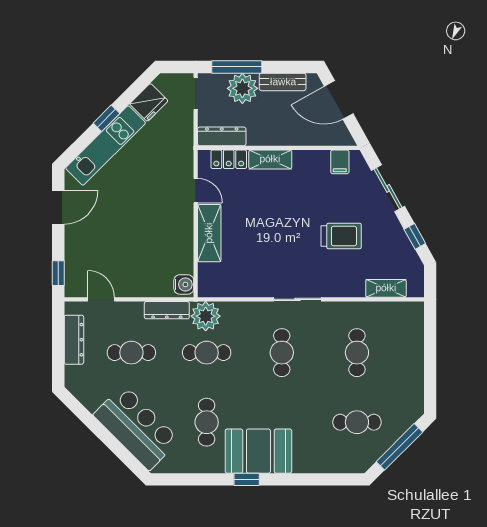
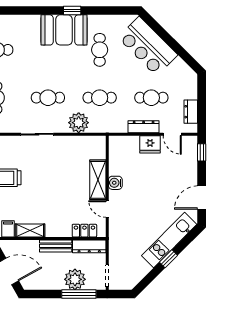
bench: (283, 82) -> (56, 246), moved
fridge: (149, 102) -> (150, 144), moved, turned -135
shelving: (270, 159) -> (30, 230), moved
water cooler: (184, 284) -> (115, 183), moved
dresser: (167, 310) -> (144, 127), moved
plant: (206, 316) -> (79, 123), moved
dresser: (74, 340) -> (191, 112), width x0.70
cafe table: (282, 353) -> (48, 98), turned 90

